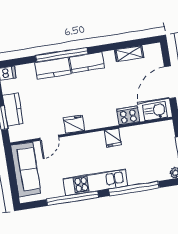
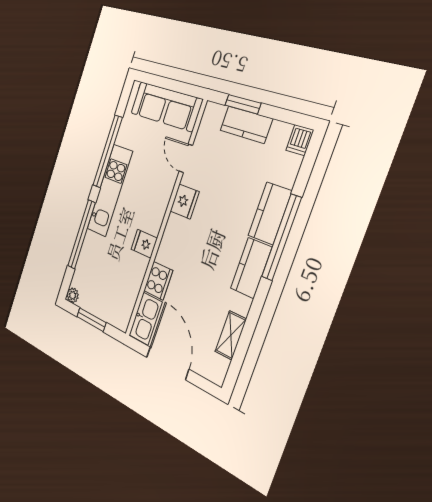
kitchen sink: (155, 111) -> (146, 319), width x1.38

